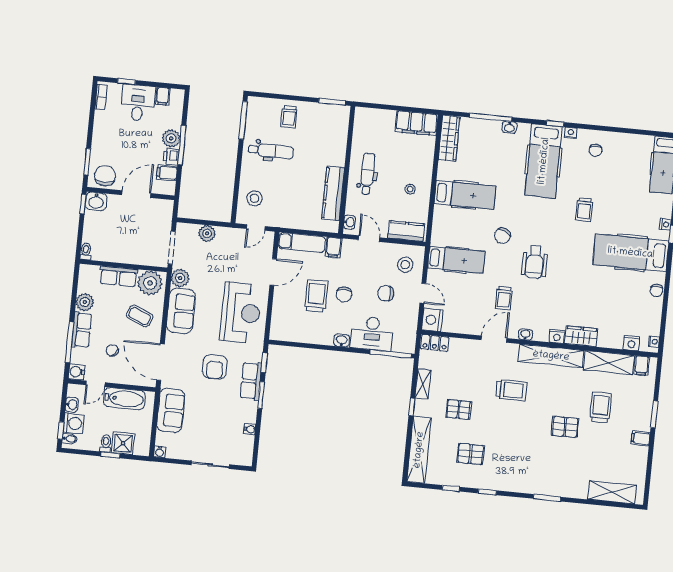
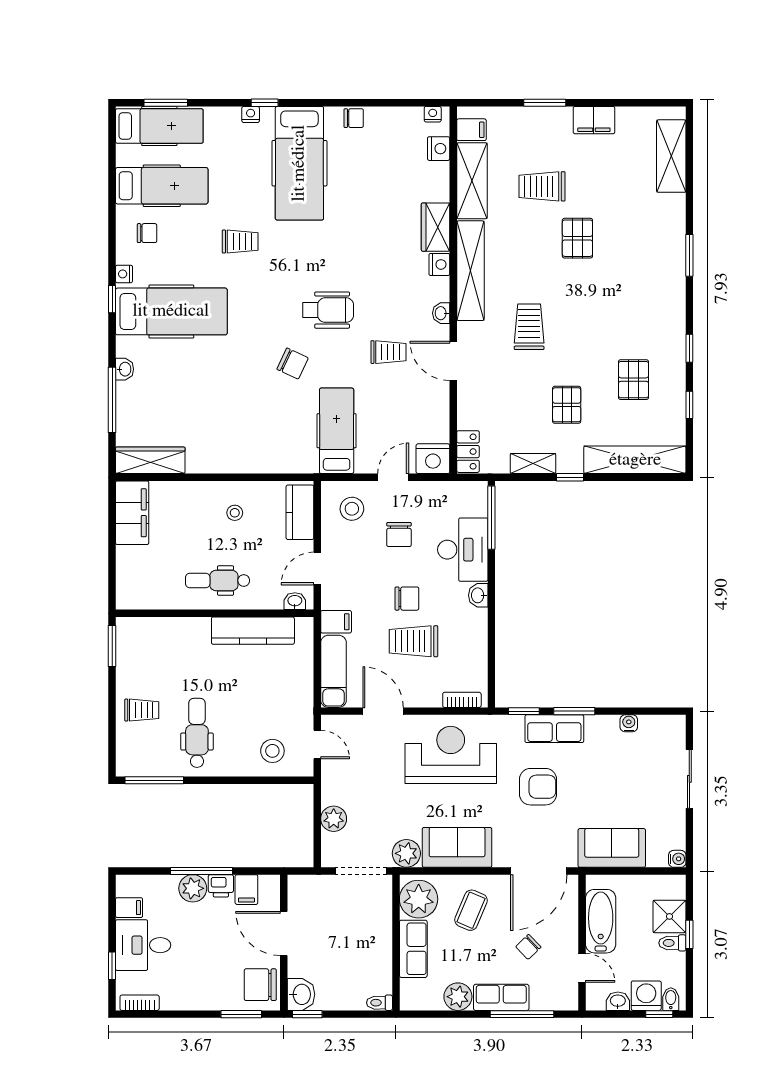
hospital bed: (465, 195) -> (162, 186), moved, turned 90
bookcase: (275, 323) -> (462, 700), added
water cooler: (77, 372) -> (567, 999), removed
filing cabinet: (641, 438) -> (594, 120), width x2.00

